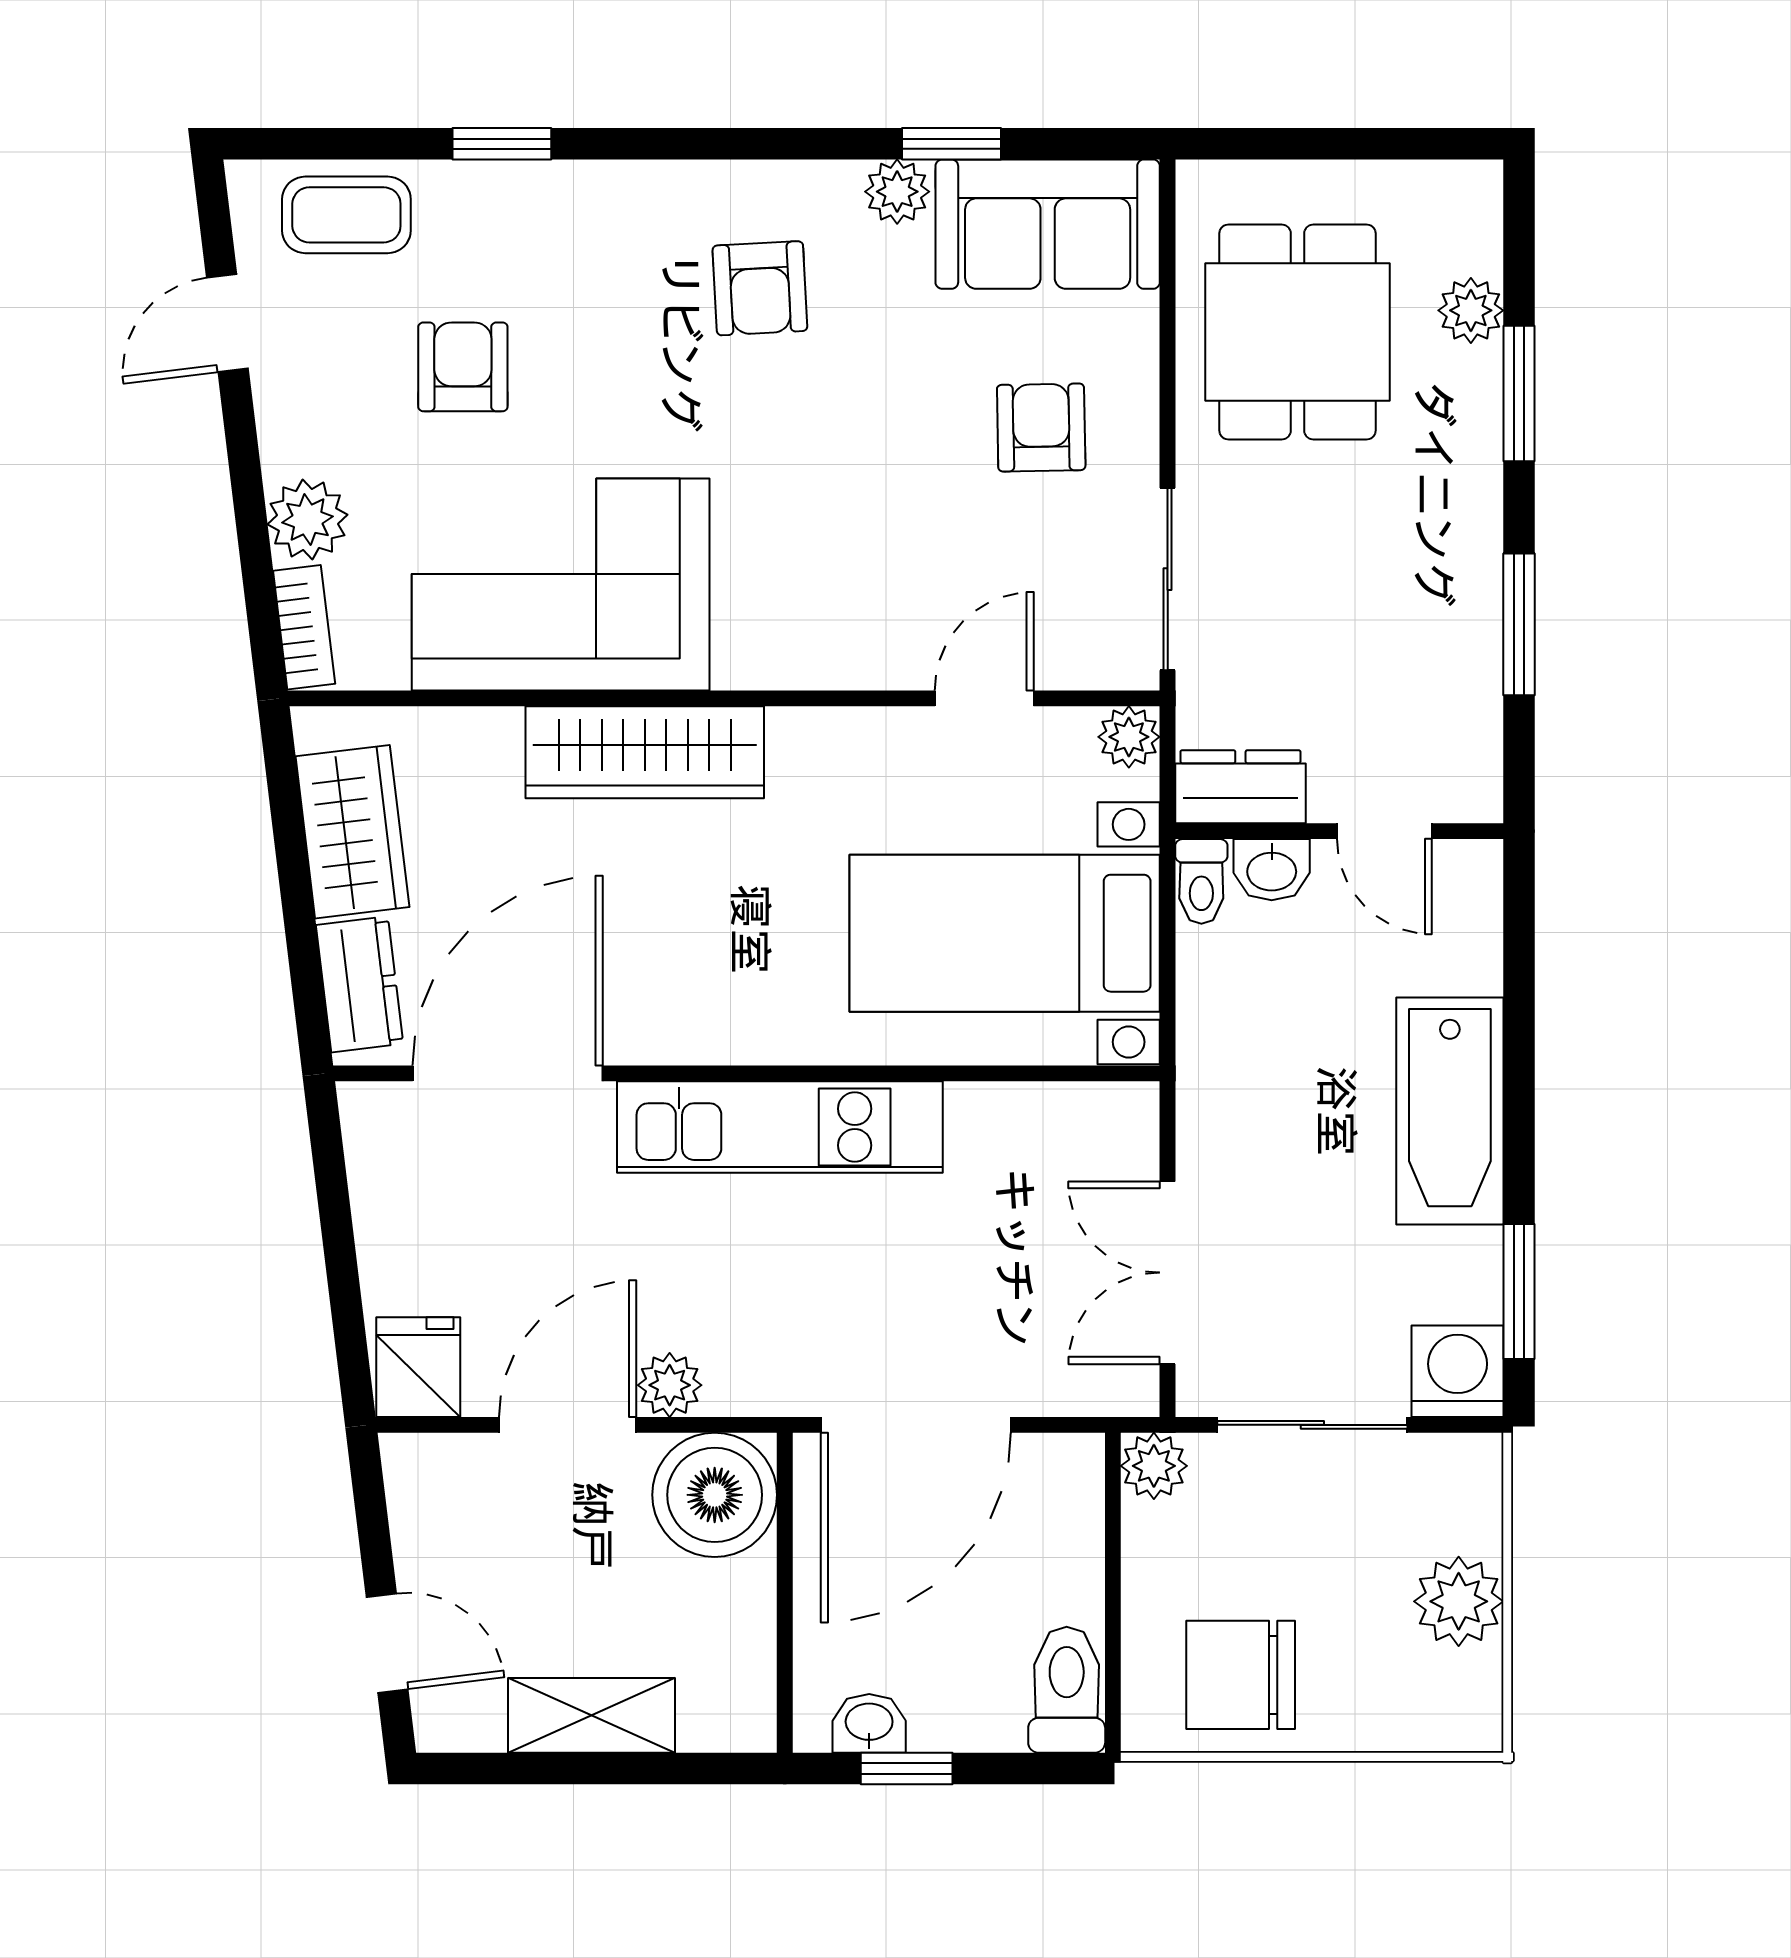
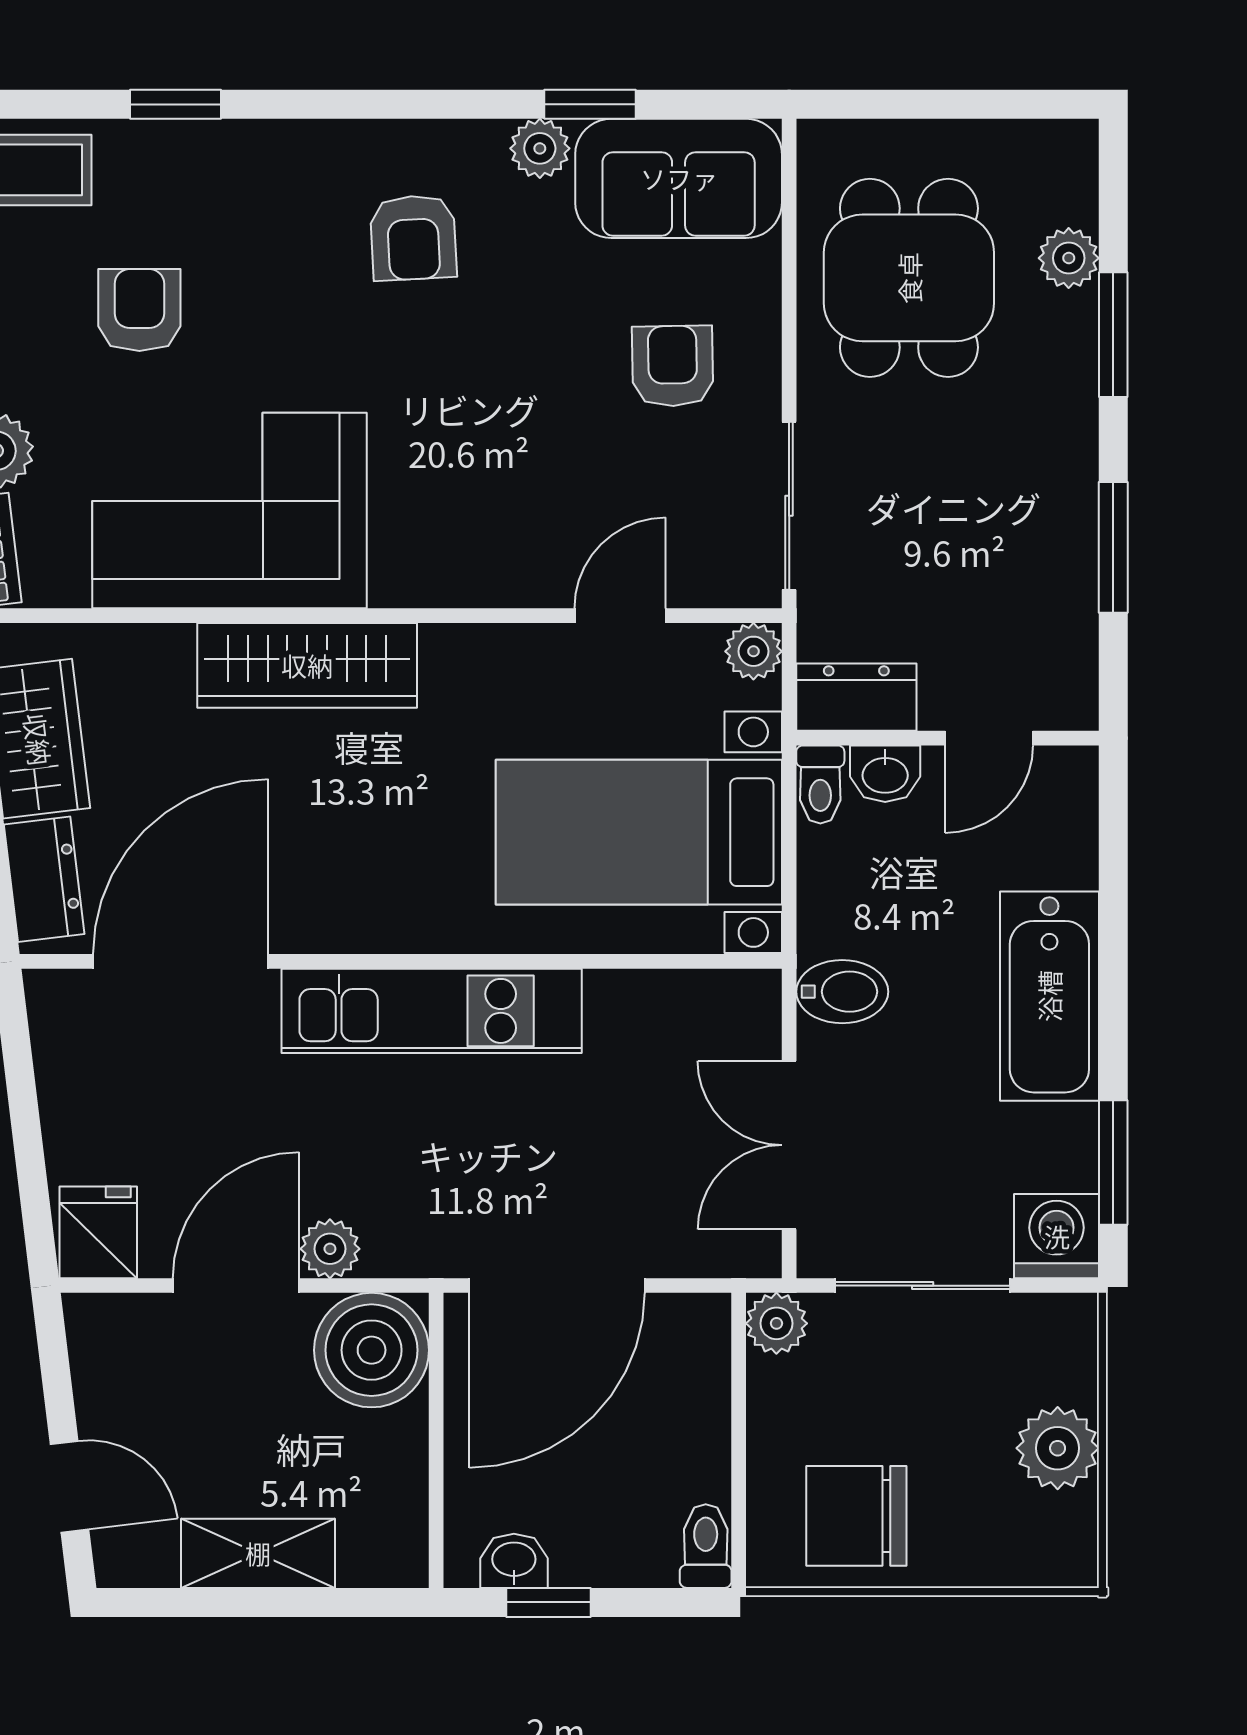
door: (1384, 831) -> (989, 738), hinge flipped
bidet: (1225, 1106) -> (842, 992), added
toilet: (1067, 1690) -> (706, 1546), width x0.73, depth x0.72

